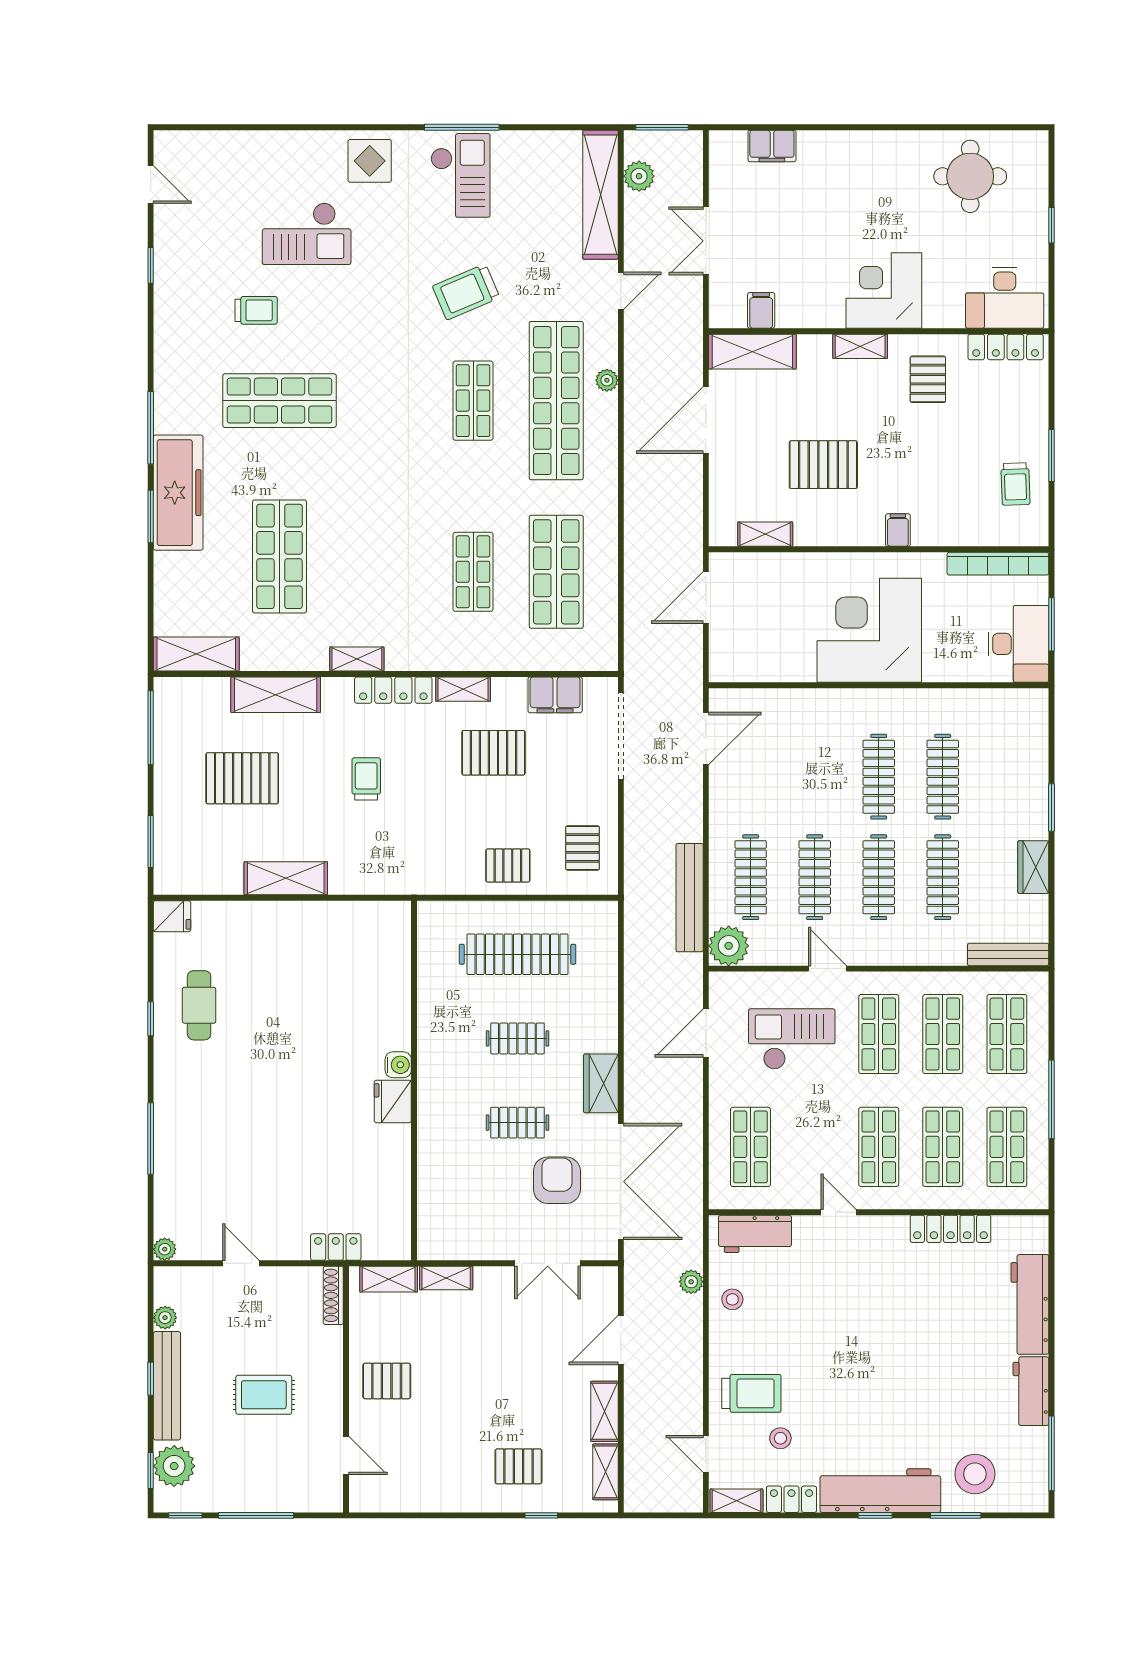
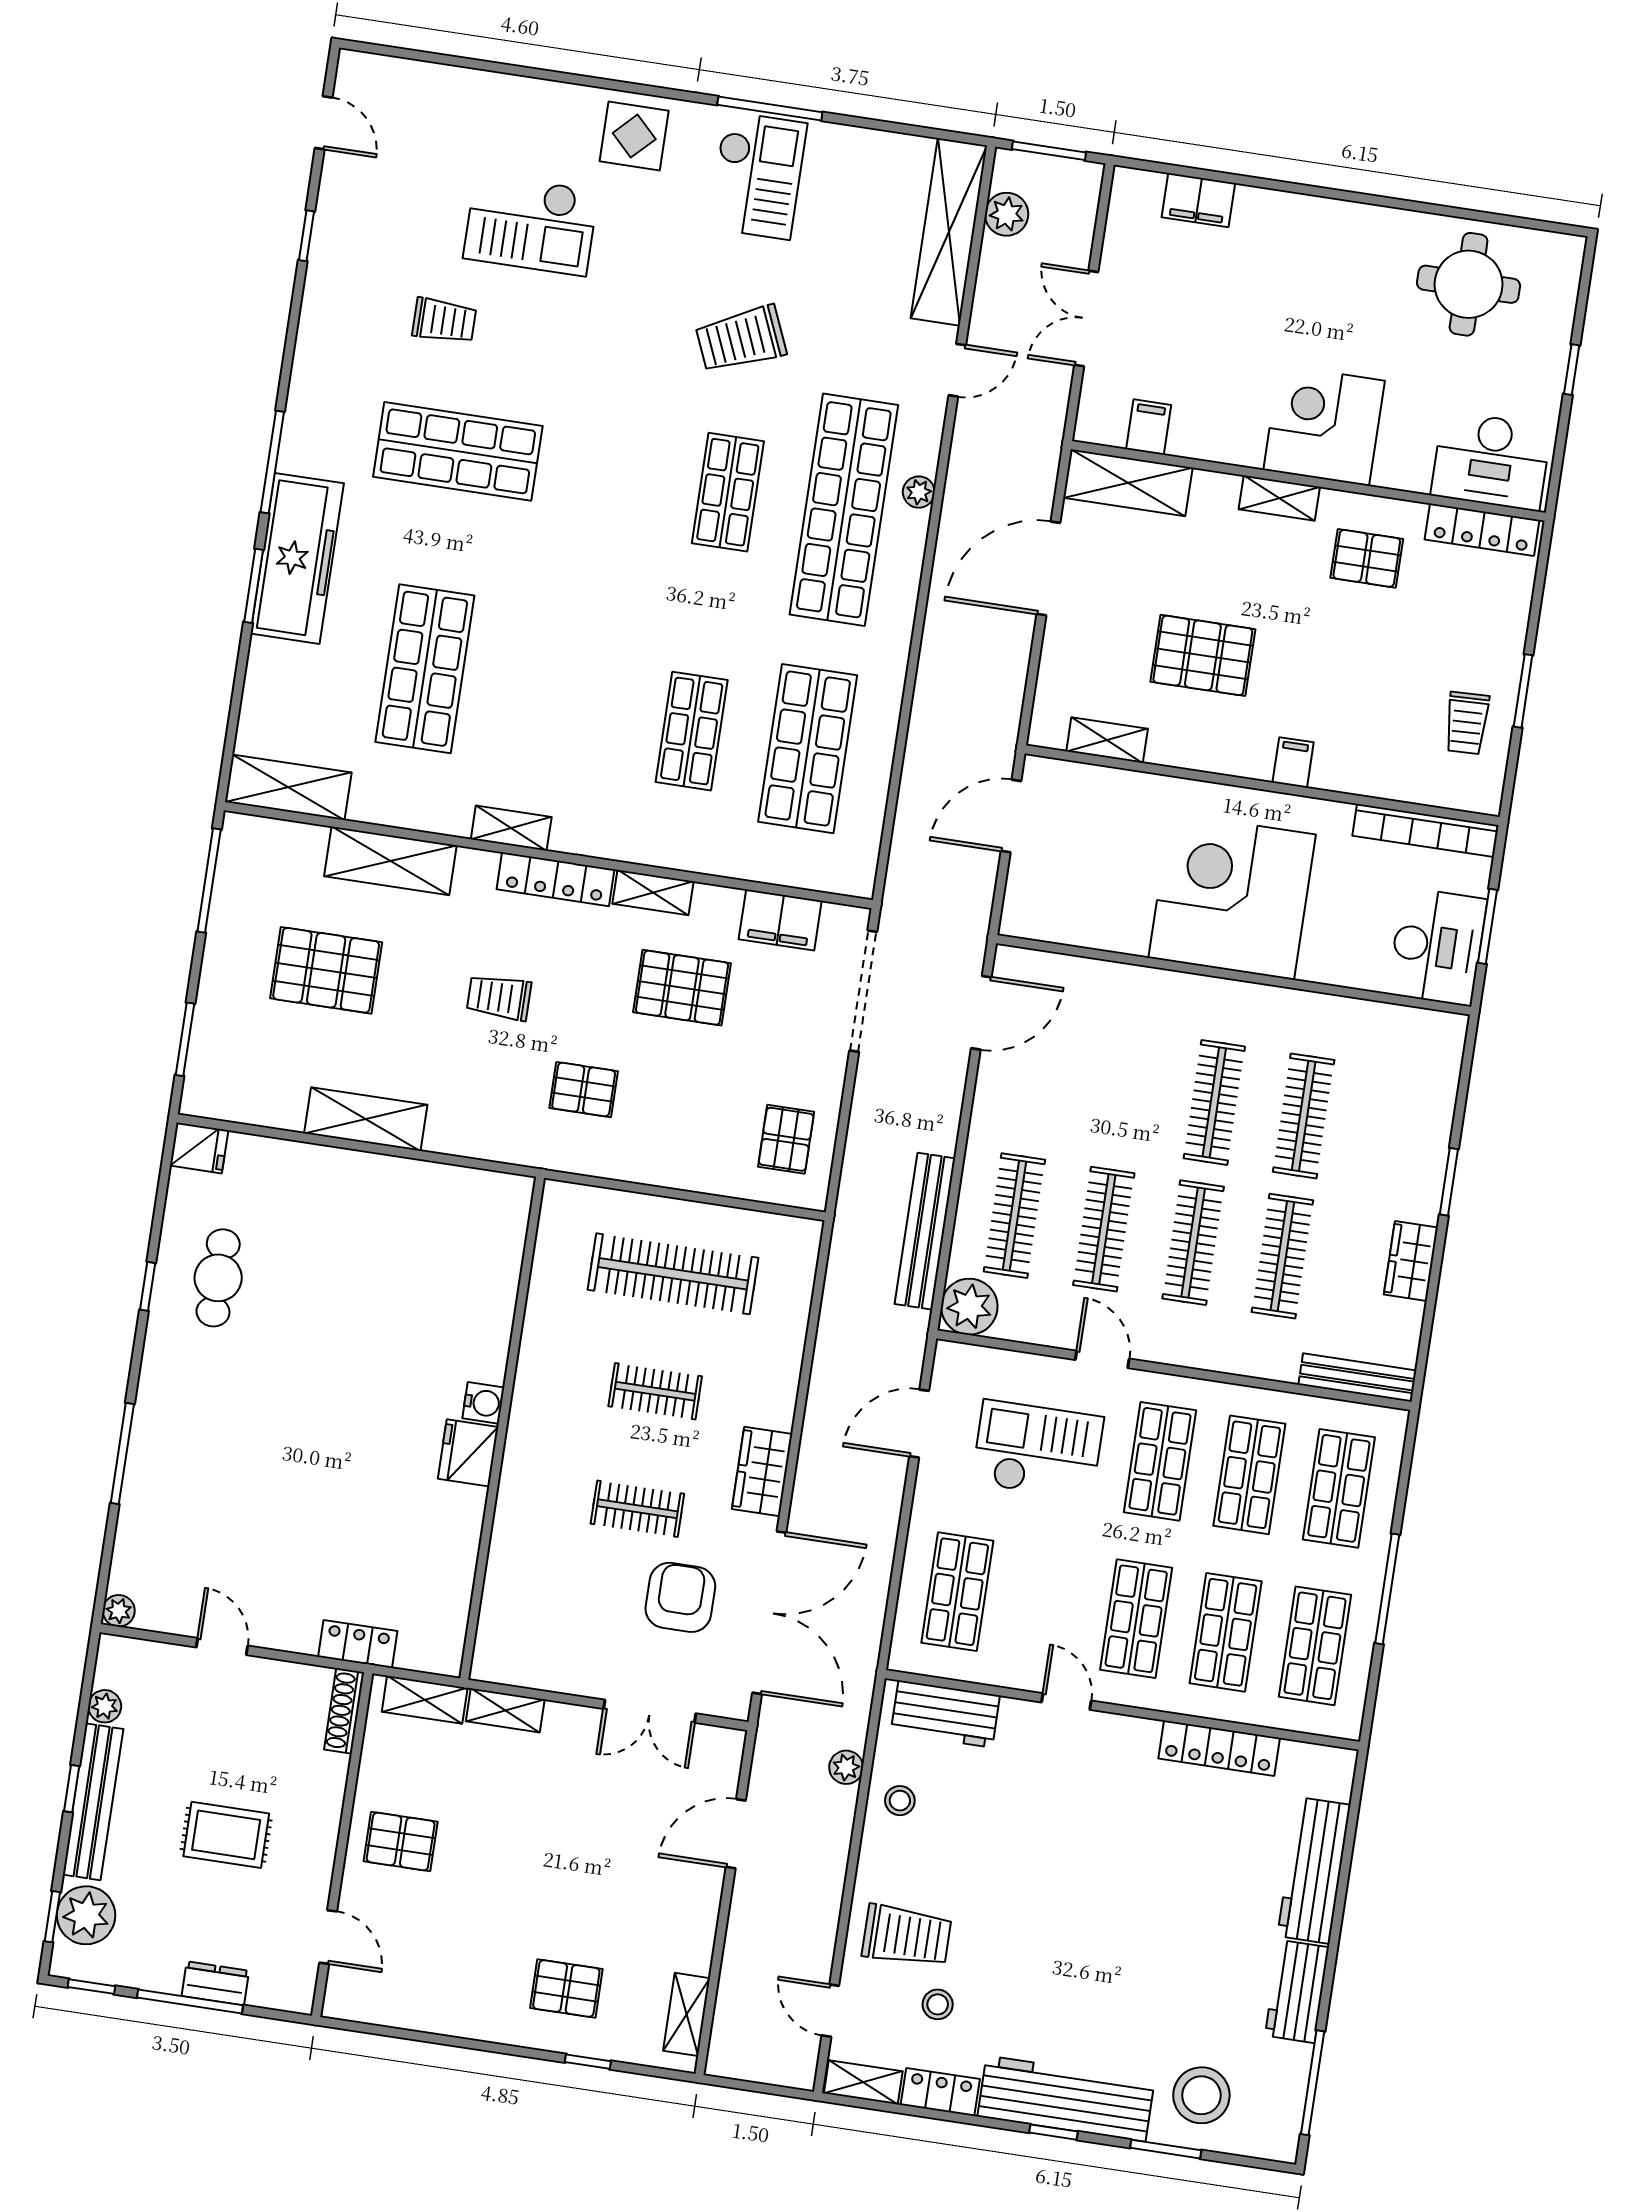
pallet: (928, 379) -> (1367, 558), turned 90
trolley: (366, 779) -> (499, 997), turned -90
pallet: (508, 865) -> (584, 1090), moved
shelving: (604, 1411) -> (698, 1930), removed
dresser: (272, 1500) -> (215, 1983), added

